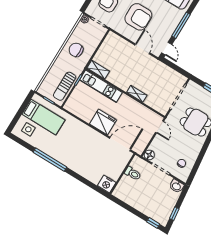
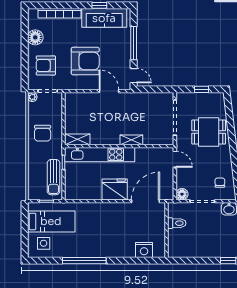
chair: (76, 50) -> (43, 133), turned -90
kitchen unit: (101, 86) -> (100, 155), width x1.36
nightstand: (107, 184) -> (144, 250), moved

